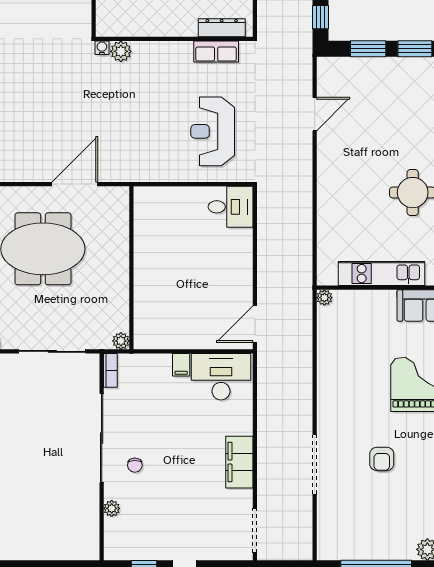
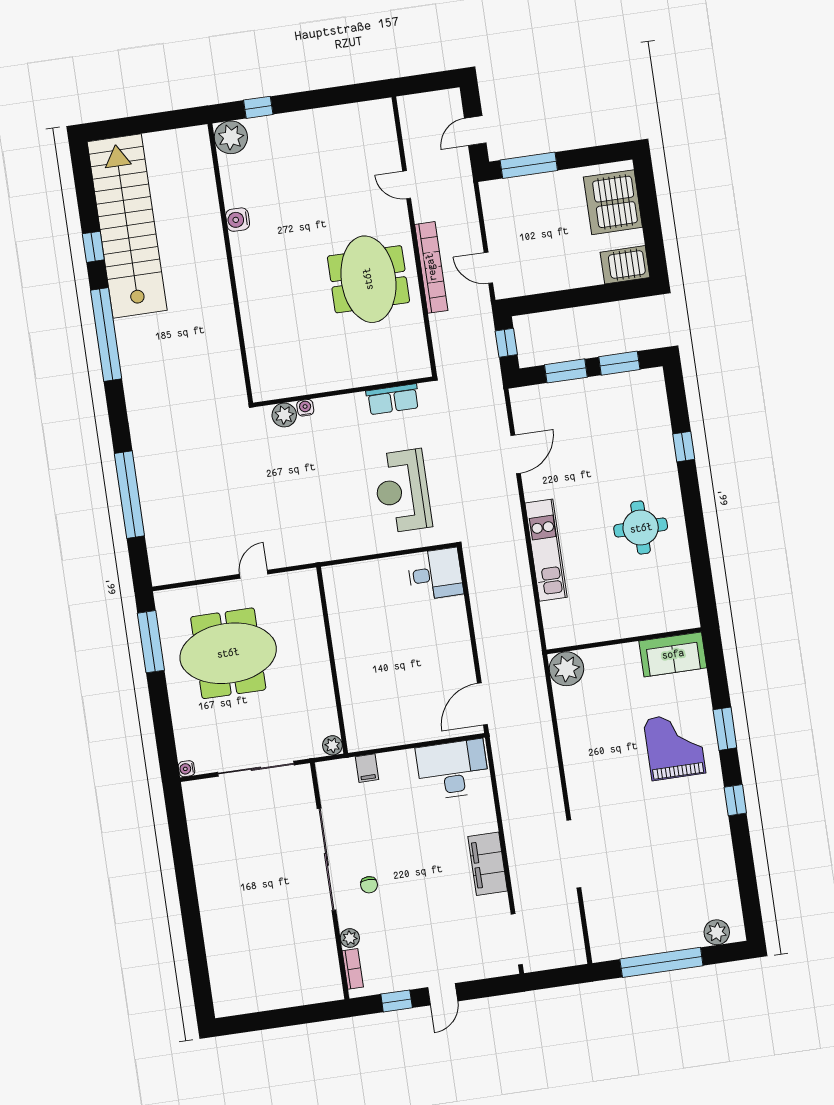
dresser: (222, 28) -> (395, 371), removed
water cooler: (102, 48) -> (305, 408), moved
door: (75, 184) -> (254, 574), width x0.53
kitchen unit: (382, 274) -> (546, 550), moved, turned 90
plant: (324, 298) -> (566, 669), width x1.88, depth x1.88
filing cabinet: (181, 365) -> (367, 768), moved
bookcase: (110, 370) -> (353, 969), moved
armchair: (382, 459) -> (650, 837), removed

